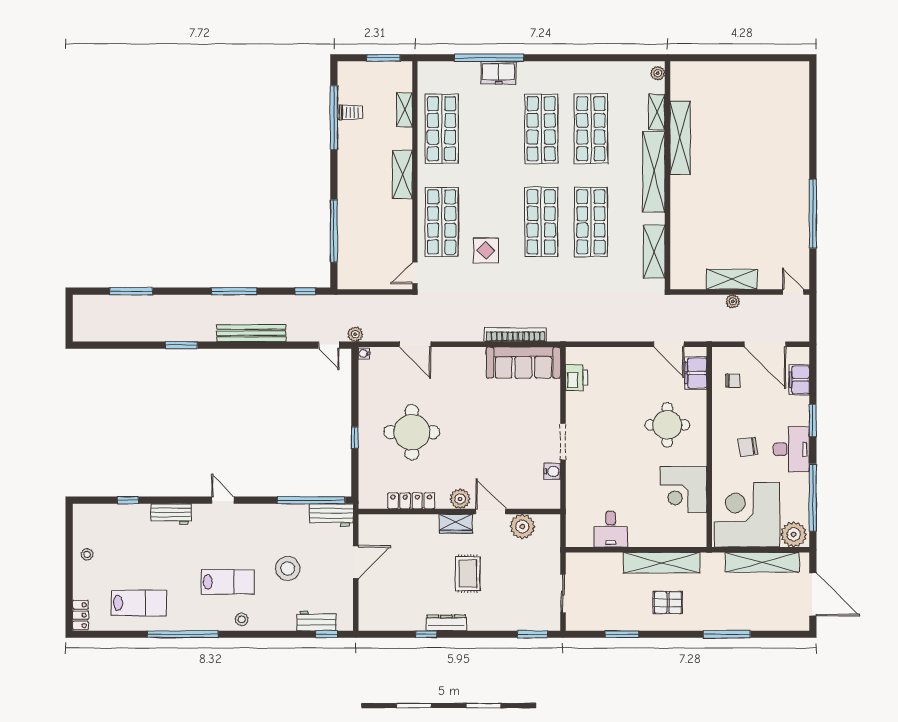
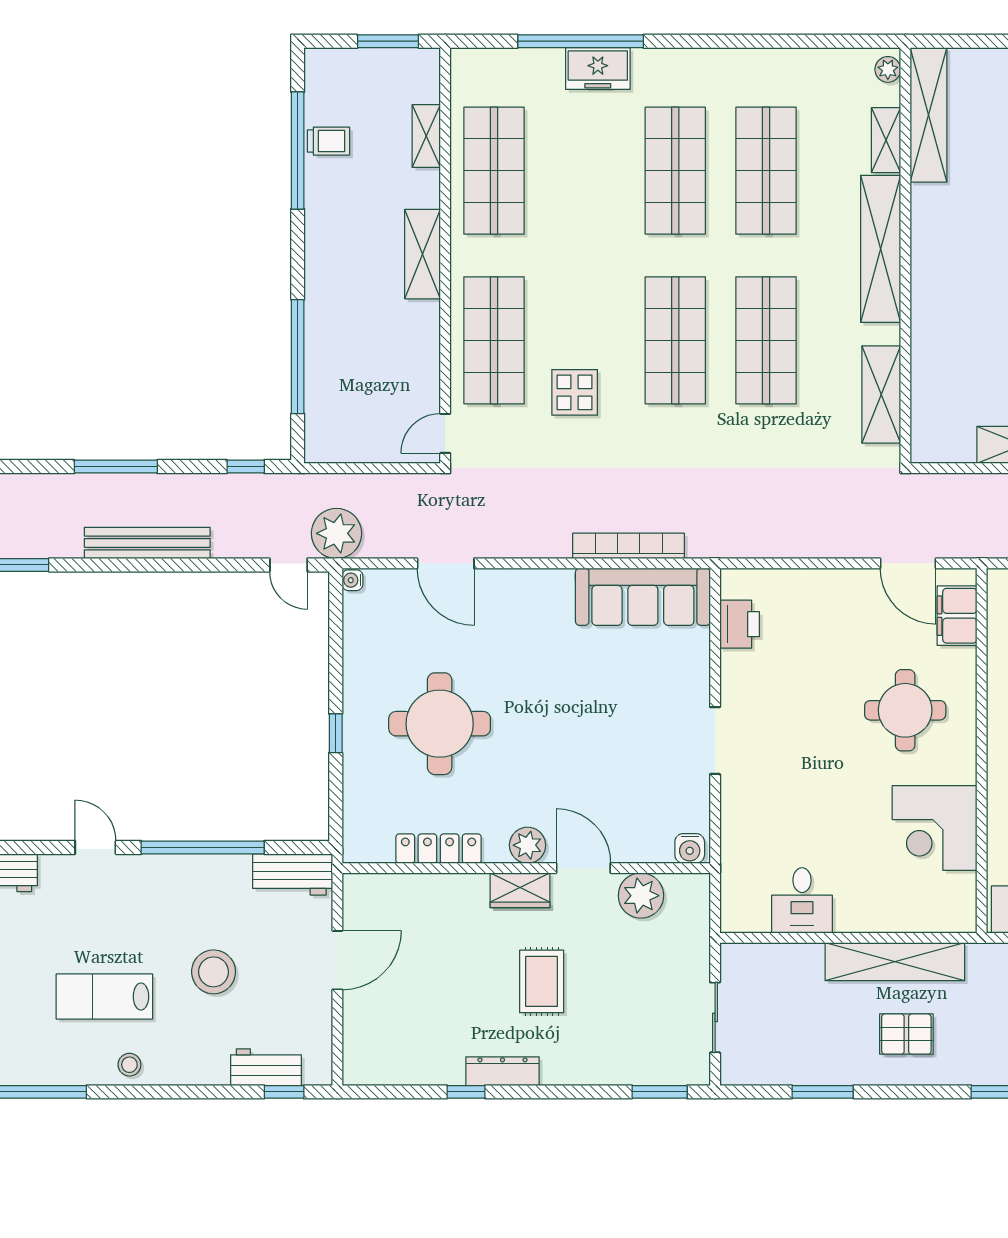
shelving: (680, 138) -> (929, 115), moved
plant: (355, 334) -> (336, 533), width x1.88, depth x1.88
water cooler: (552, 471) -> (690, 848), moved, turned 90
window: (311, 500) -> (203, 847), moved
lab bench: (228, 582) -> (104, 997), turned 180

